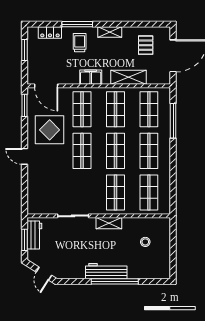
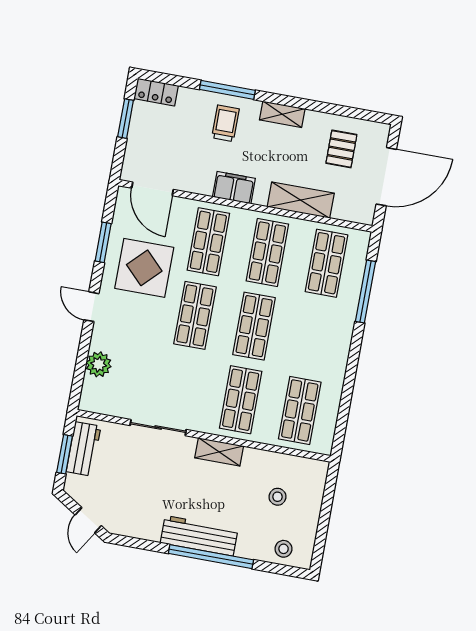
locker: (50, 32) -> (156, 92), moved
window: (24, 105) -> (103, 242), moved
shop shelf: (149, 151) -> (313, 337), removed
plant: (34, 187) -> (99, 364), added
stool: (154, 270) -> (284, 549), added

